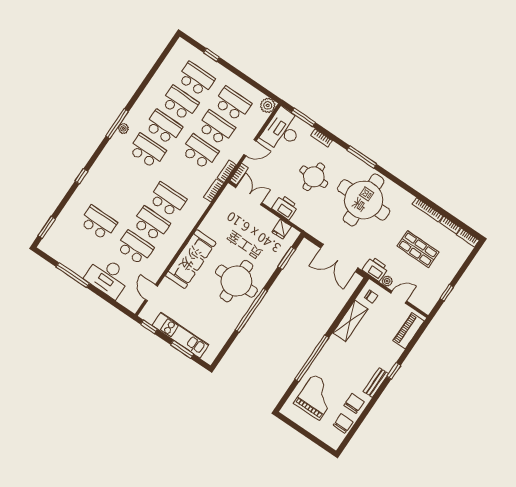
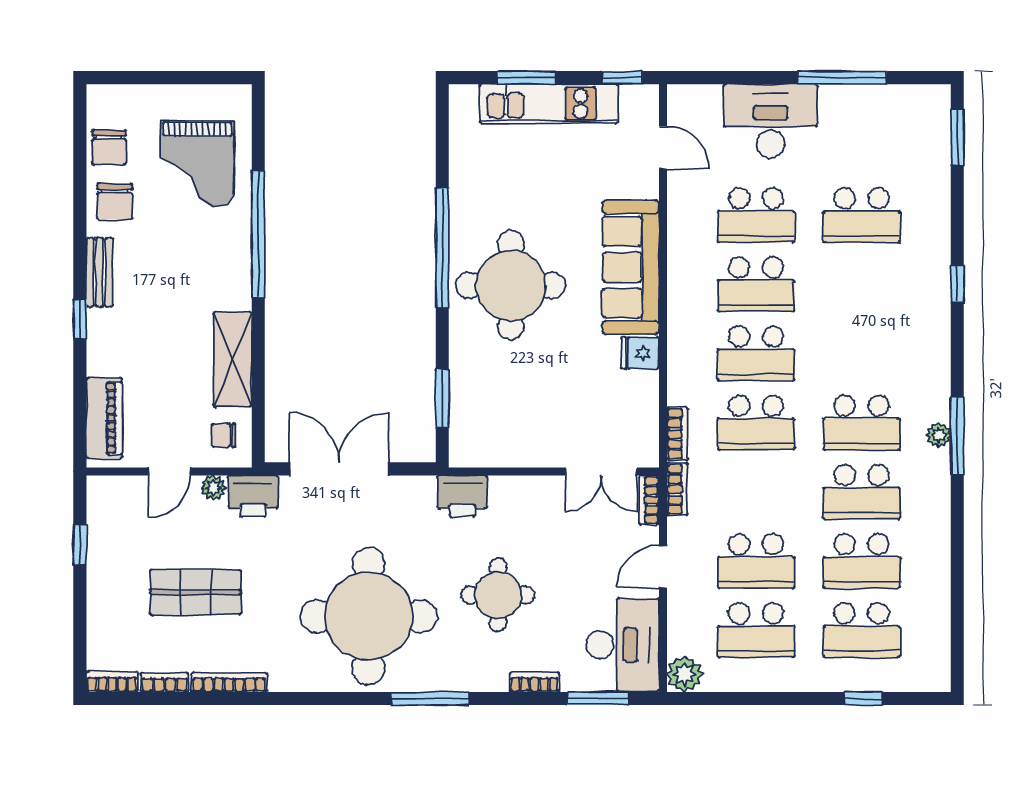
school desk: (200, 152) -> (756, 423), moved
printer: (285, 207) -> (462, 496), moved
fridge: (282, 229) -> (640, 353), moved, turned -90

